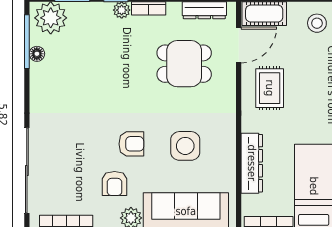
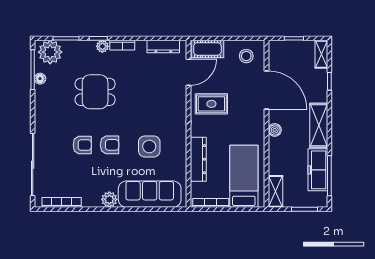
dining table: (184, 64) -> (95, 92), moved
rug: (270, 88) -> (211, 104), turned 90
armchair: (115, 184) -> (82, 145), moved, turned -90

